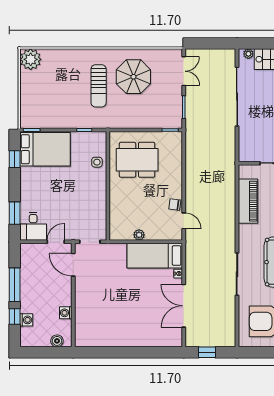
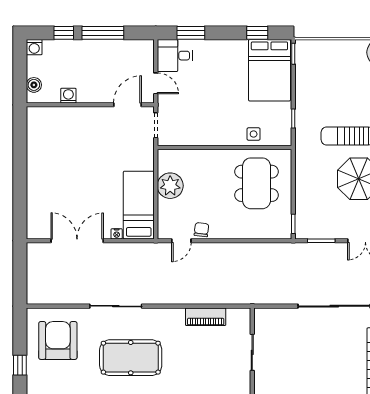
piano: (248, 201) -> (206, 317), width x0.73, depth x0.75
plant: (139, 235) -> (170, 186), width x1.87, depth x1.87
washing machine: (26, 320) -> (34, 47), moved
window: (207, 352) -> (20, 269), removed

